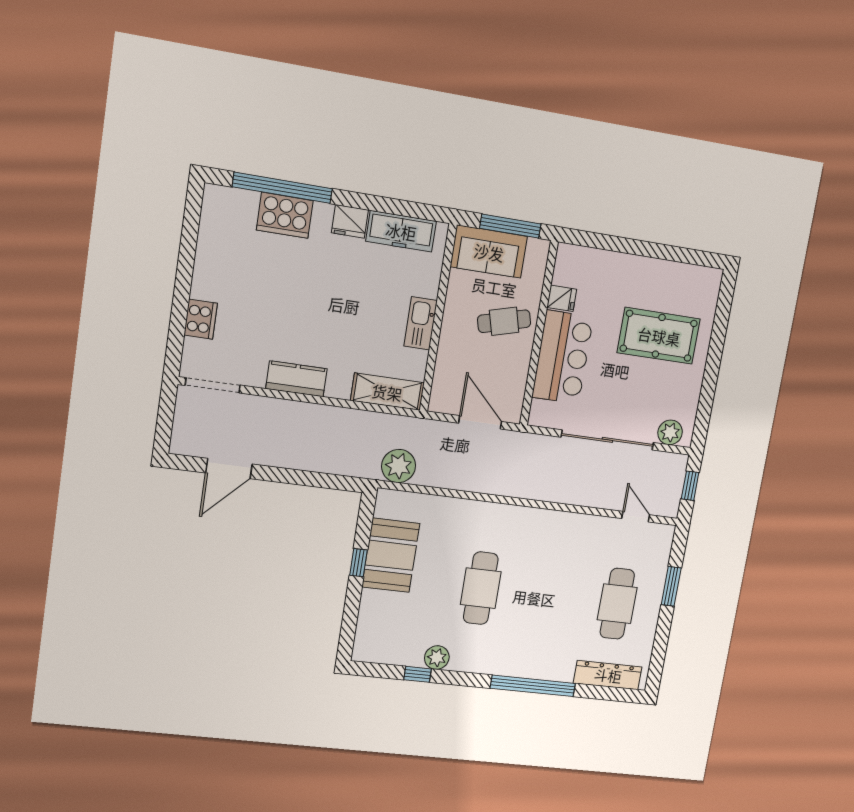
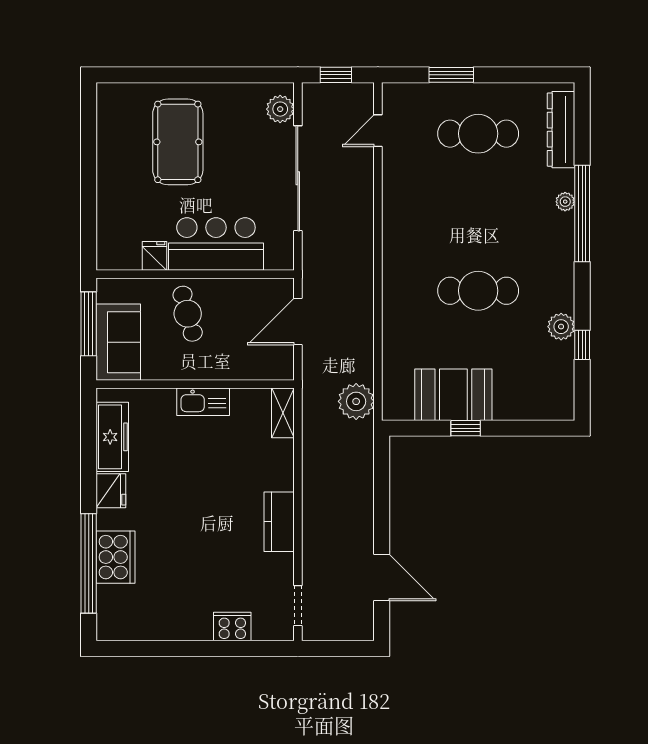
doorway: (213, 385) -> (298, 606), width x0.73
shelving: (387, 392) -> (283, 413), width x0.67, depth x0.75
plant: (546, 672) -> (565, 202), added

